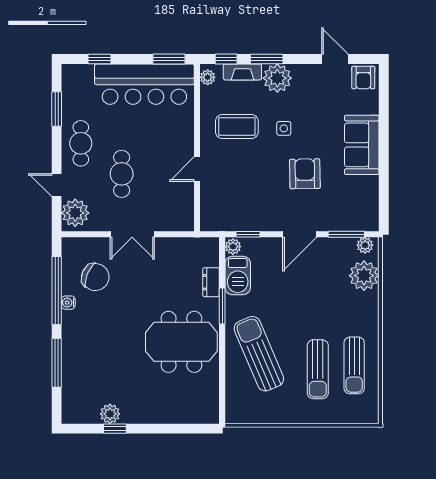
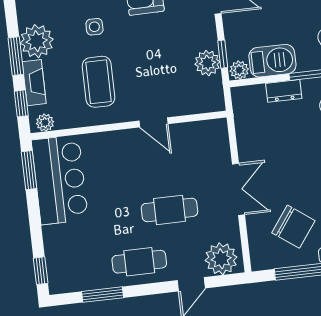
window: (99, 59) -> (41, 271), moved
bar counter: (144, 84) -> (60, 180), width x0.73
plant: (242, 220) -> (207, 63), added
chair: (95, 277) -> (293, 227), turned 104

